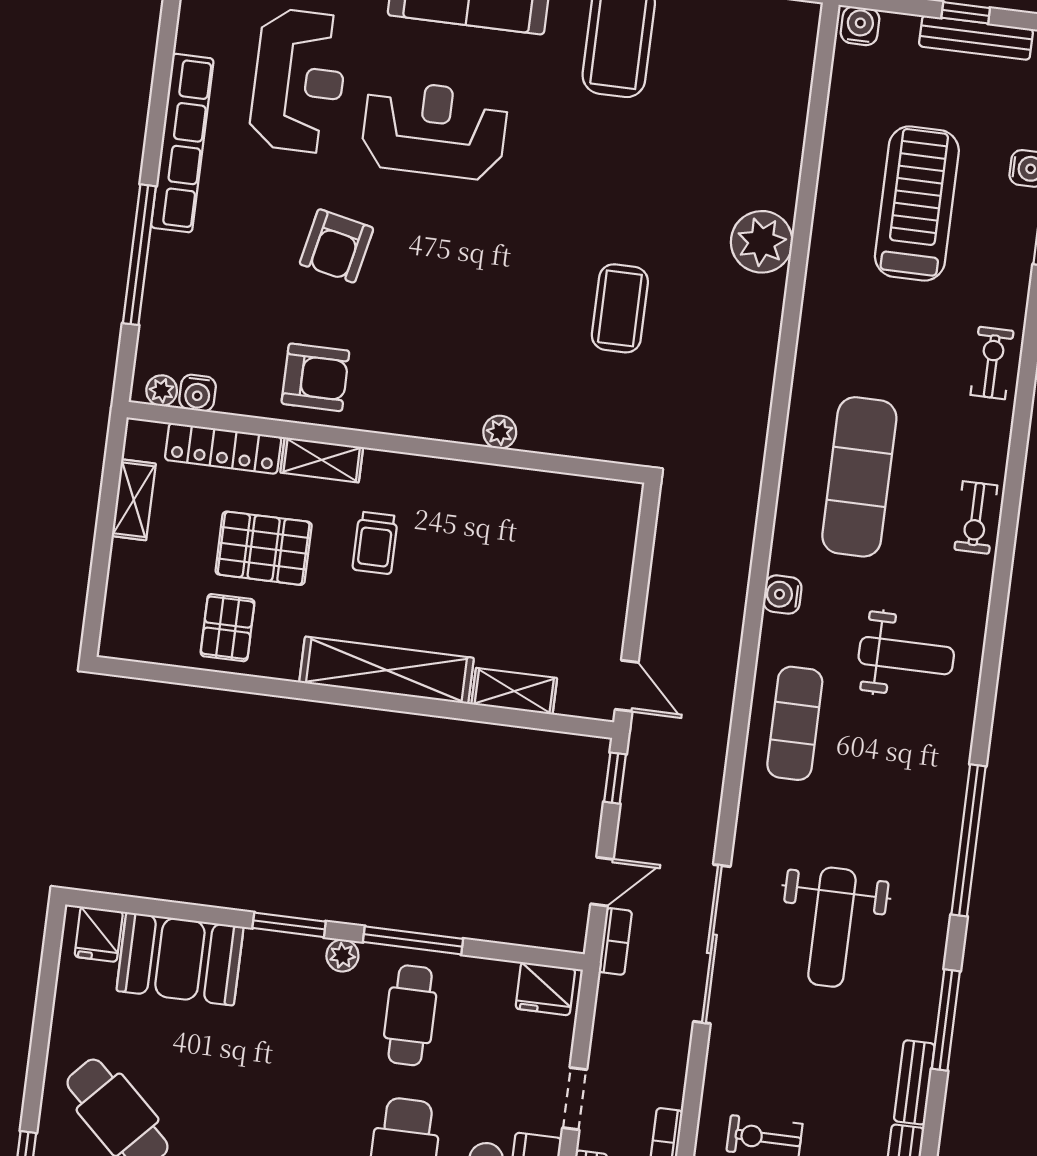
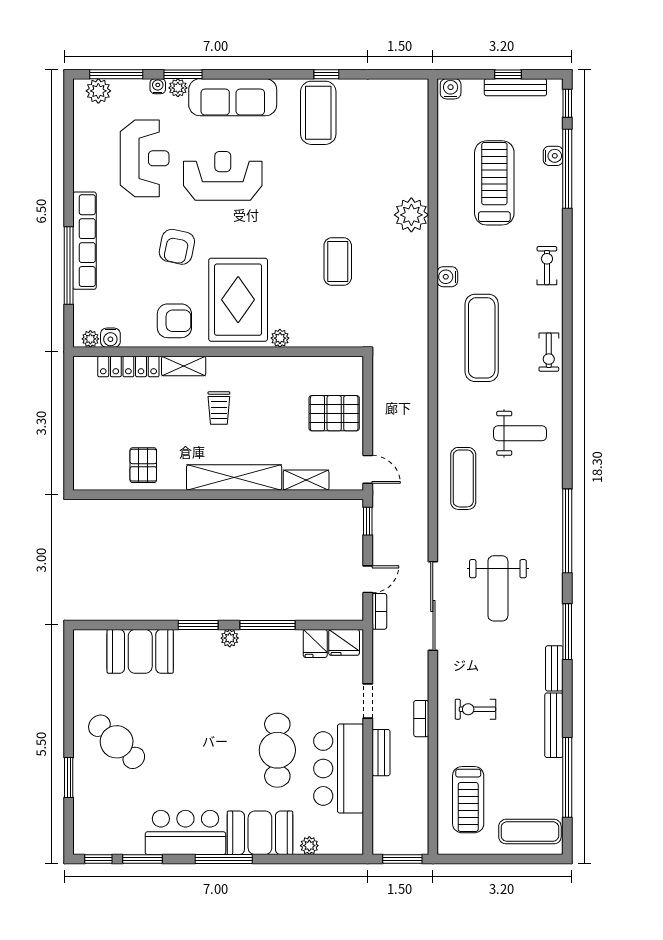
row of seats: (182, 143) -> (85, 241), moved
rug: (434, 354) -> (238, 300), added
shelving: (134, 500) -> (83, 401), removed
pallet: (264, 548) -> (334, 413), moved
water cooler: (782, 595) -> (447, 277), moved
fridge: (99, 934) -> (315, 643), moved
cafe table: (410, 1015) -> (271, 666), removed

